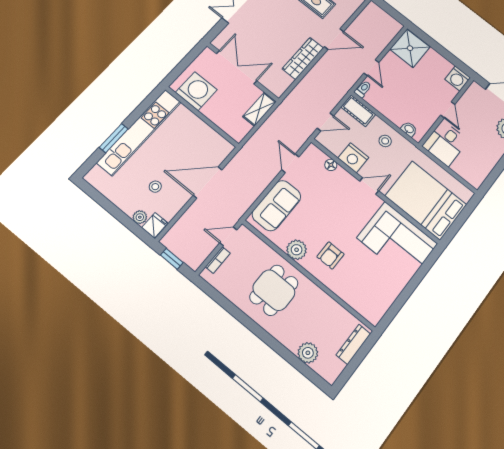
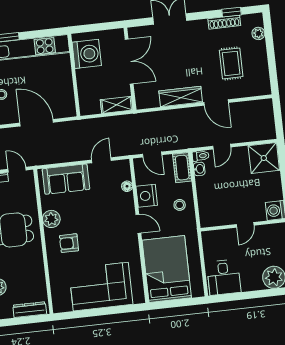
washbasin: (409, 129) -> (199, 169), moved
desk: (445, 143) -> (224, 277), moved, turned -90
corner sofa: (397, 241) -> (101, 287), moved, turned 90

